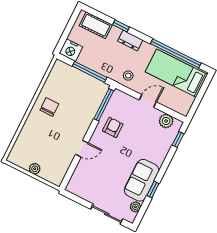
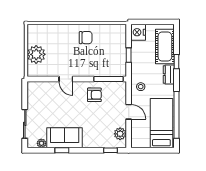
cot: (96, 25) -> (165, 46), width x1.37, depth x1.34
window: (90, 72) -> (129, 55), width x0.46
plant: (35, 169) -> (36, 54), width x1.88, depth x1.88

